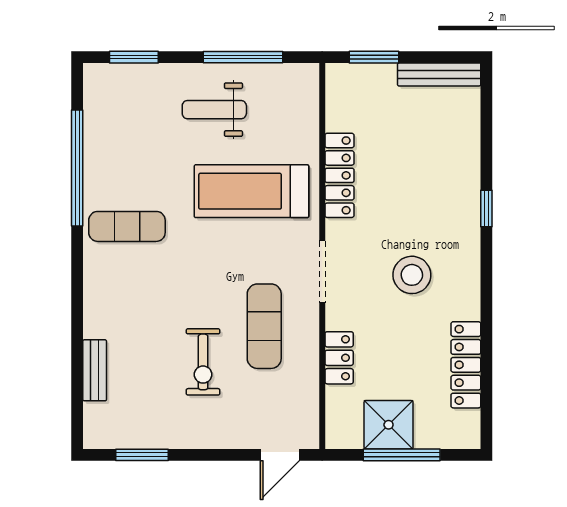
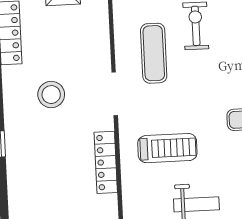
treadmill: (251, 191) -> (167, 148), width x0.73, depth x0.73
locker: (339, 358) -> (100, 33), removed

